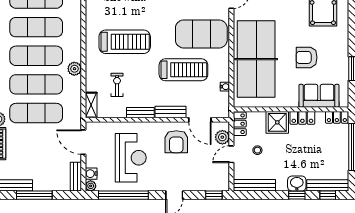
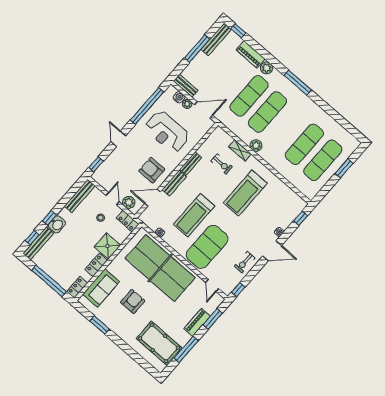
exercise mat: (36, 56) -> (286, 128), removed
shelving: (91, 105) -> (240, 150), moved
plant: (91, 186) -> (187, 104), moved

